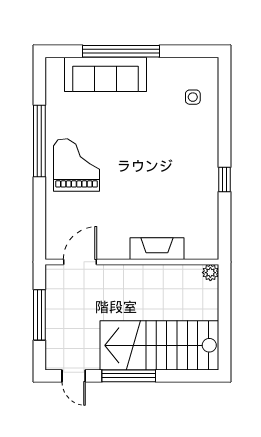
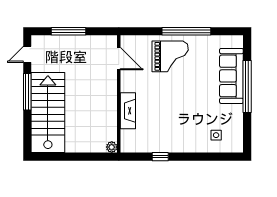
fireplace: (157, 249) -> (128, 111), moved
door: (80, 262) -> (119, 59), moved
wall: (132, 262) -> (119, 94), moved
plant: (210, 273) -> (112, 147), moved

